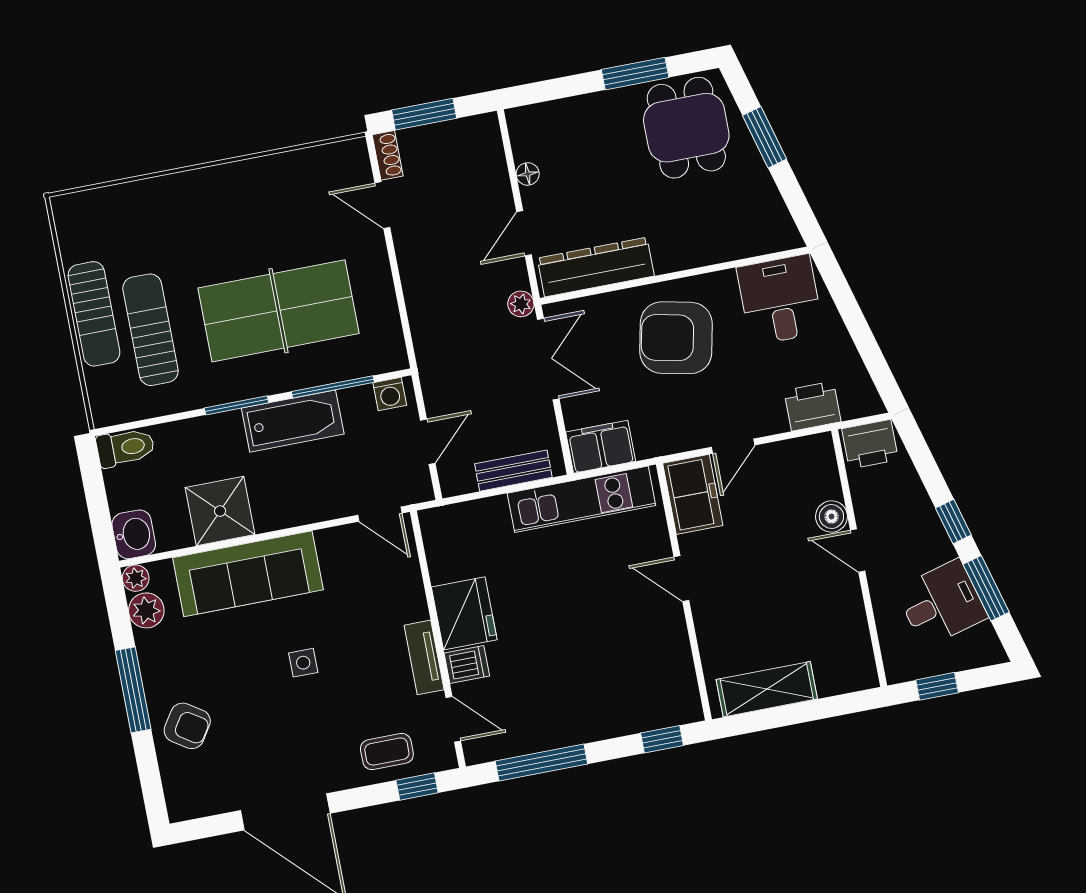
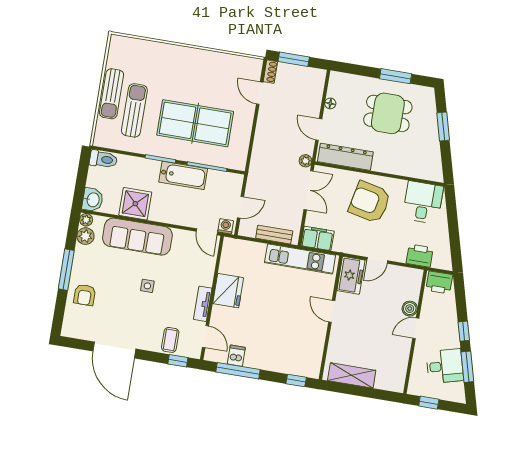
dining table: (686, 128) -> (388, 113), moved, turned 90
door: (524, 233) -> (319, 129), hinge flipped
washing machine: (390, 394) -> (226, 226), moved, turned 180
door: (858, 551) -> (416, 328), hinge flipped
dishwasher: (467, 664) -> (236, 356), moved, turned -90
armchair: (187, 726) -> (85, 295), turned 57
coffee table: (387, 752) -> (170, 340), turned 90

